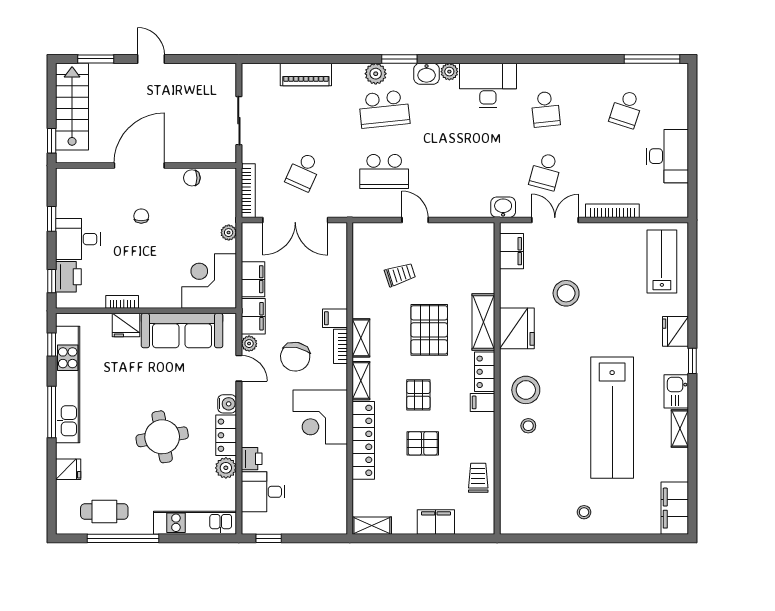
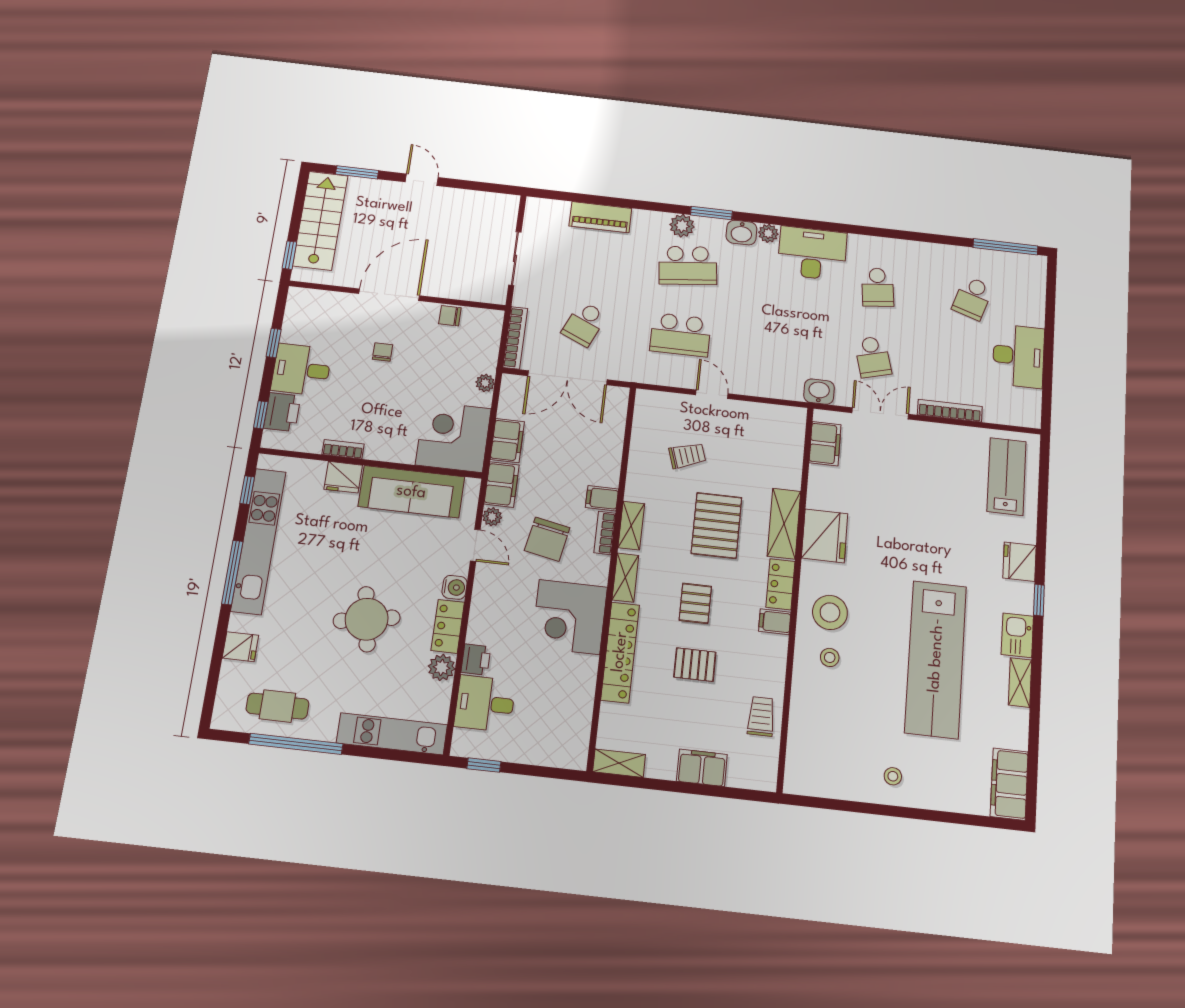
school desk: (546, 172) -> (873, 357), turned -30
stool: (566, 293) -> (888, 501), removed

